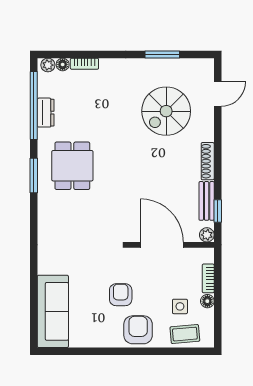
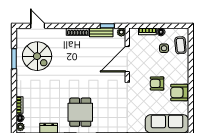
spiral stairs: (166, 111) -> (37, 56), moved
dining table: (72, 166) -> (80, 112), turned 90
armchair: (138, 330) -> (179, 93), moved

